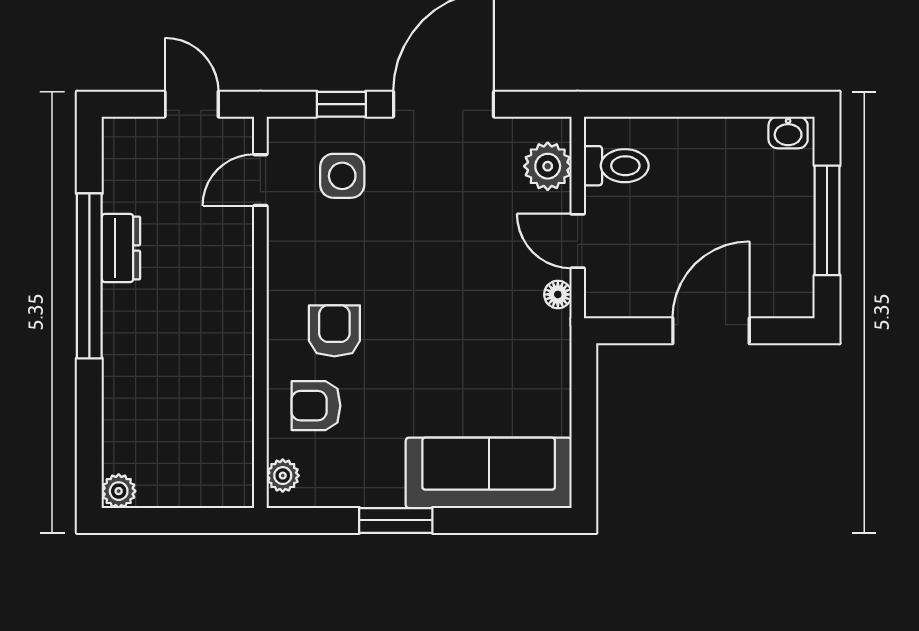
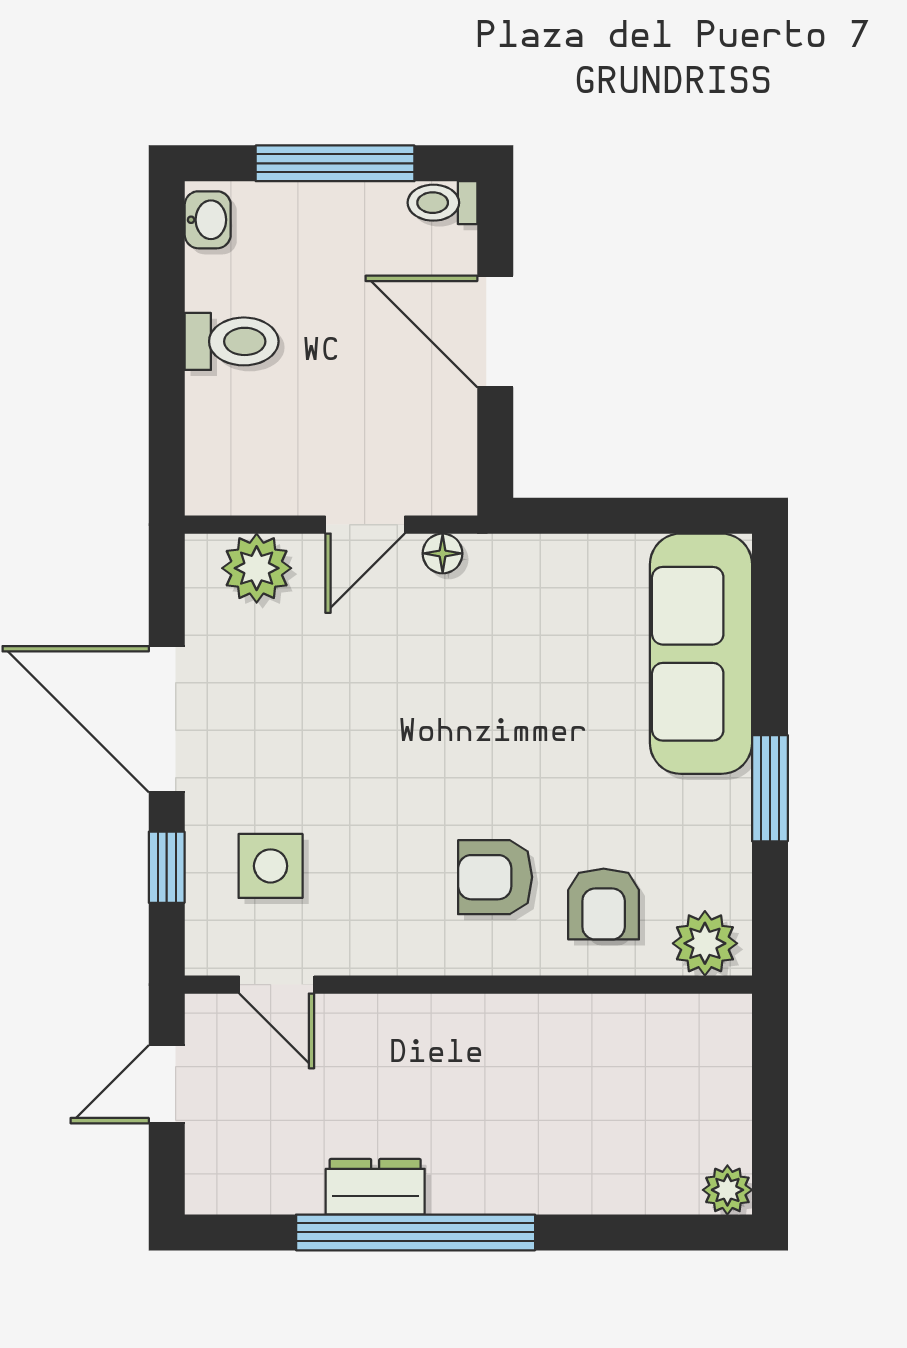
toilet: (616, 166) -> (232, 341), moved, turned 90
toilet: (800, 294) -> (442, 203), added
plant: (283, 476) -> (705, 943), width x1.38, depth x1.38

